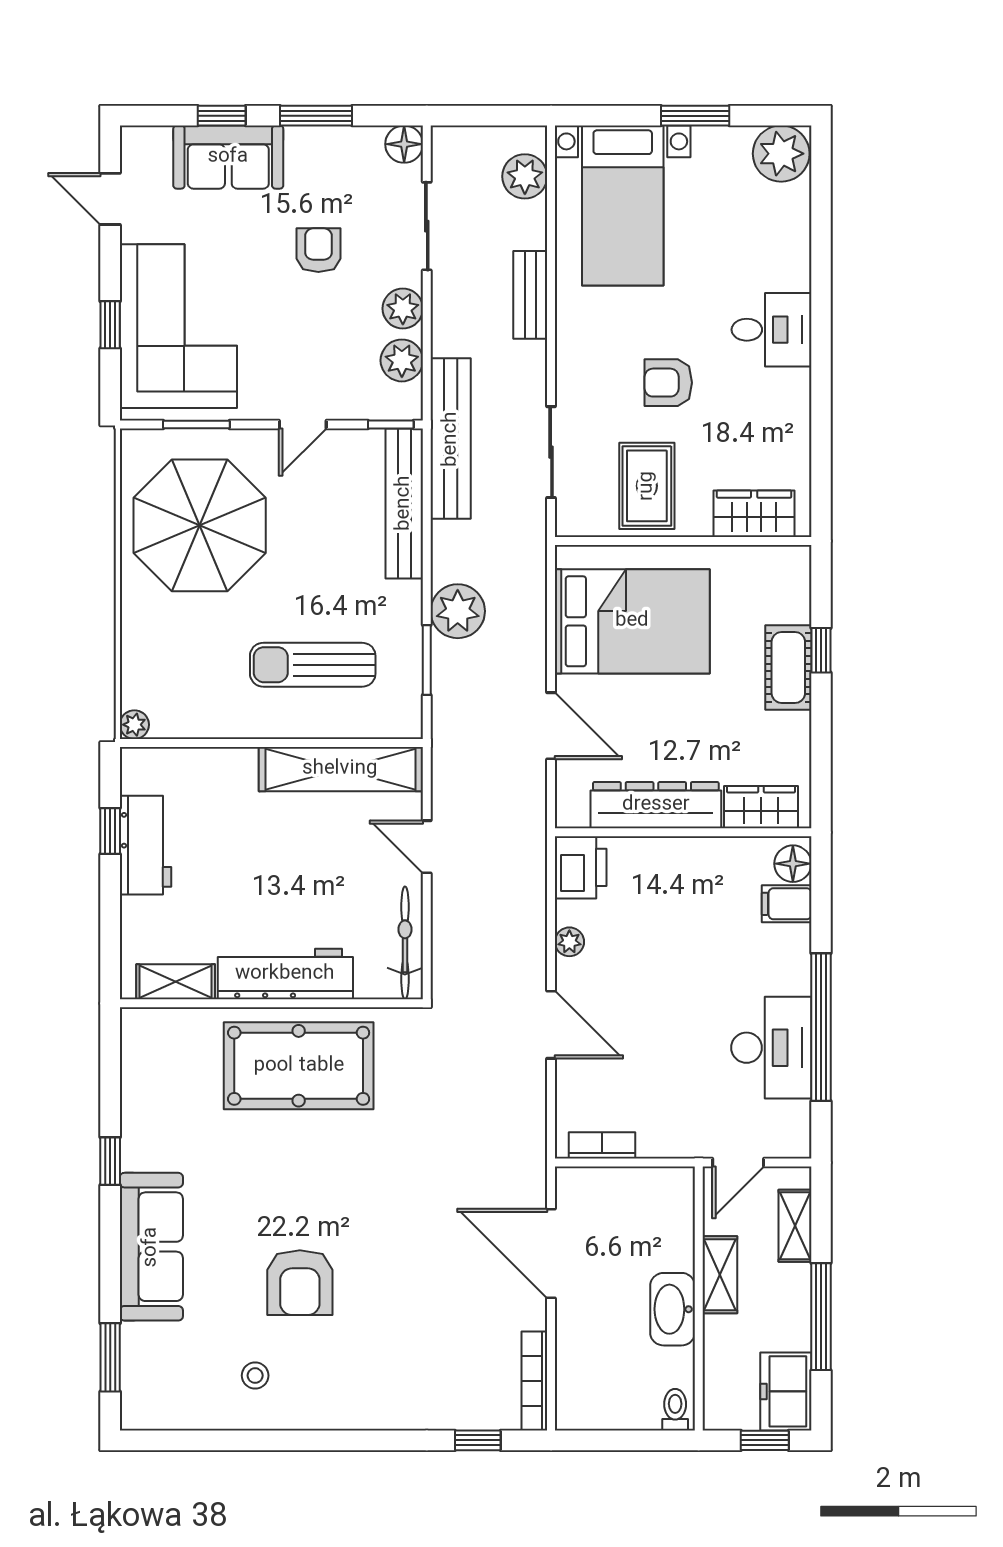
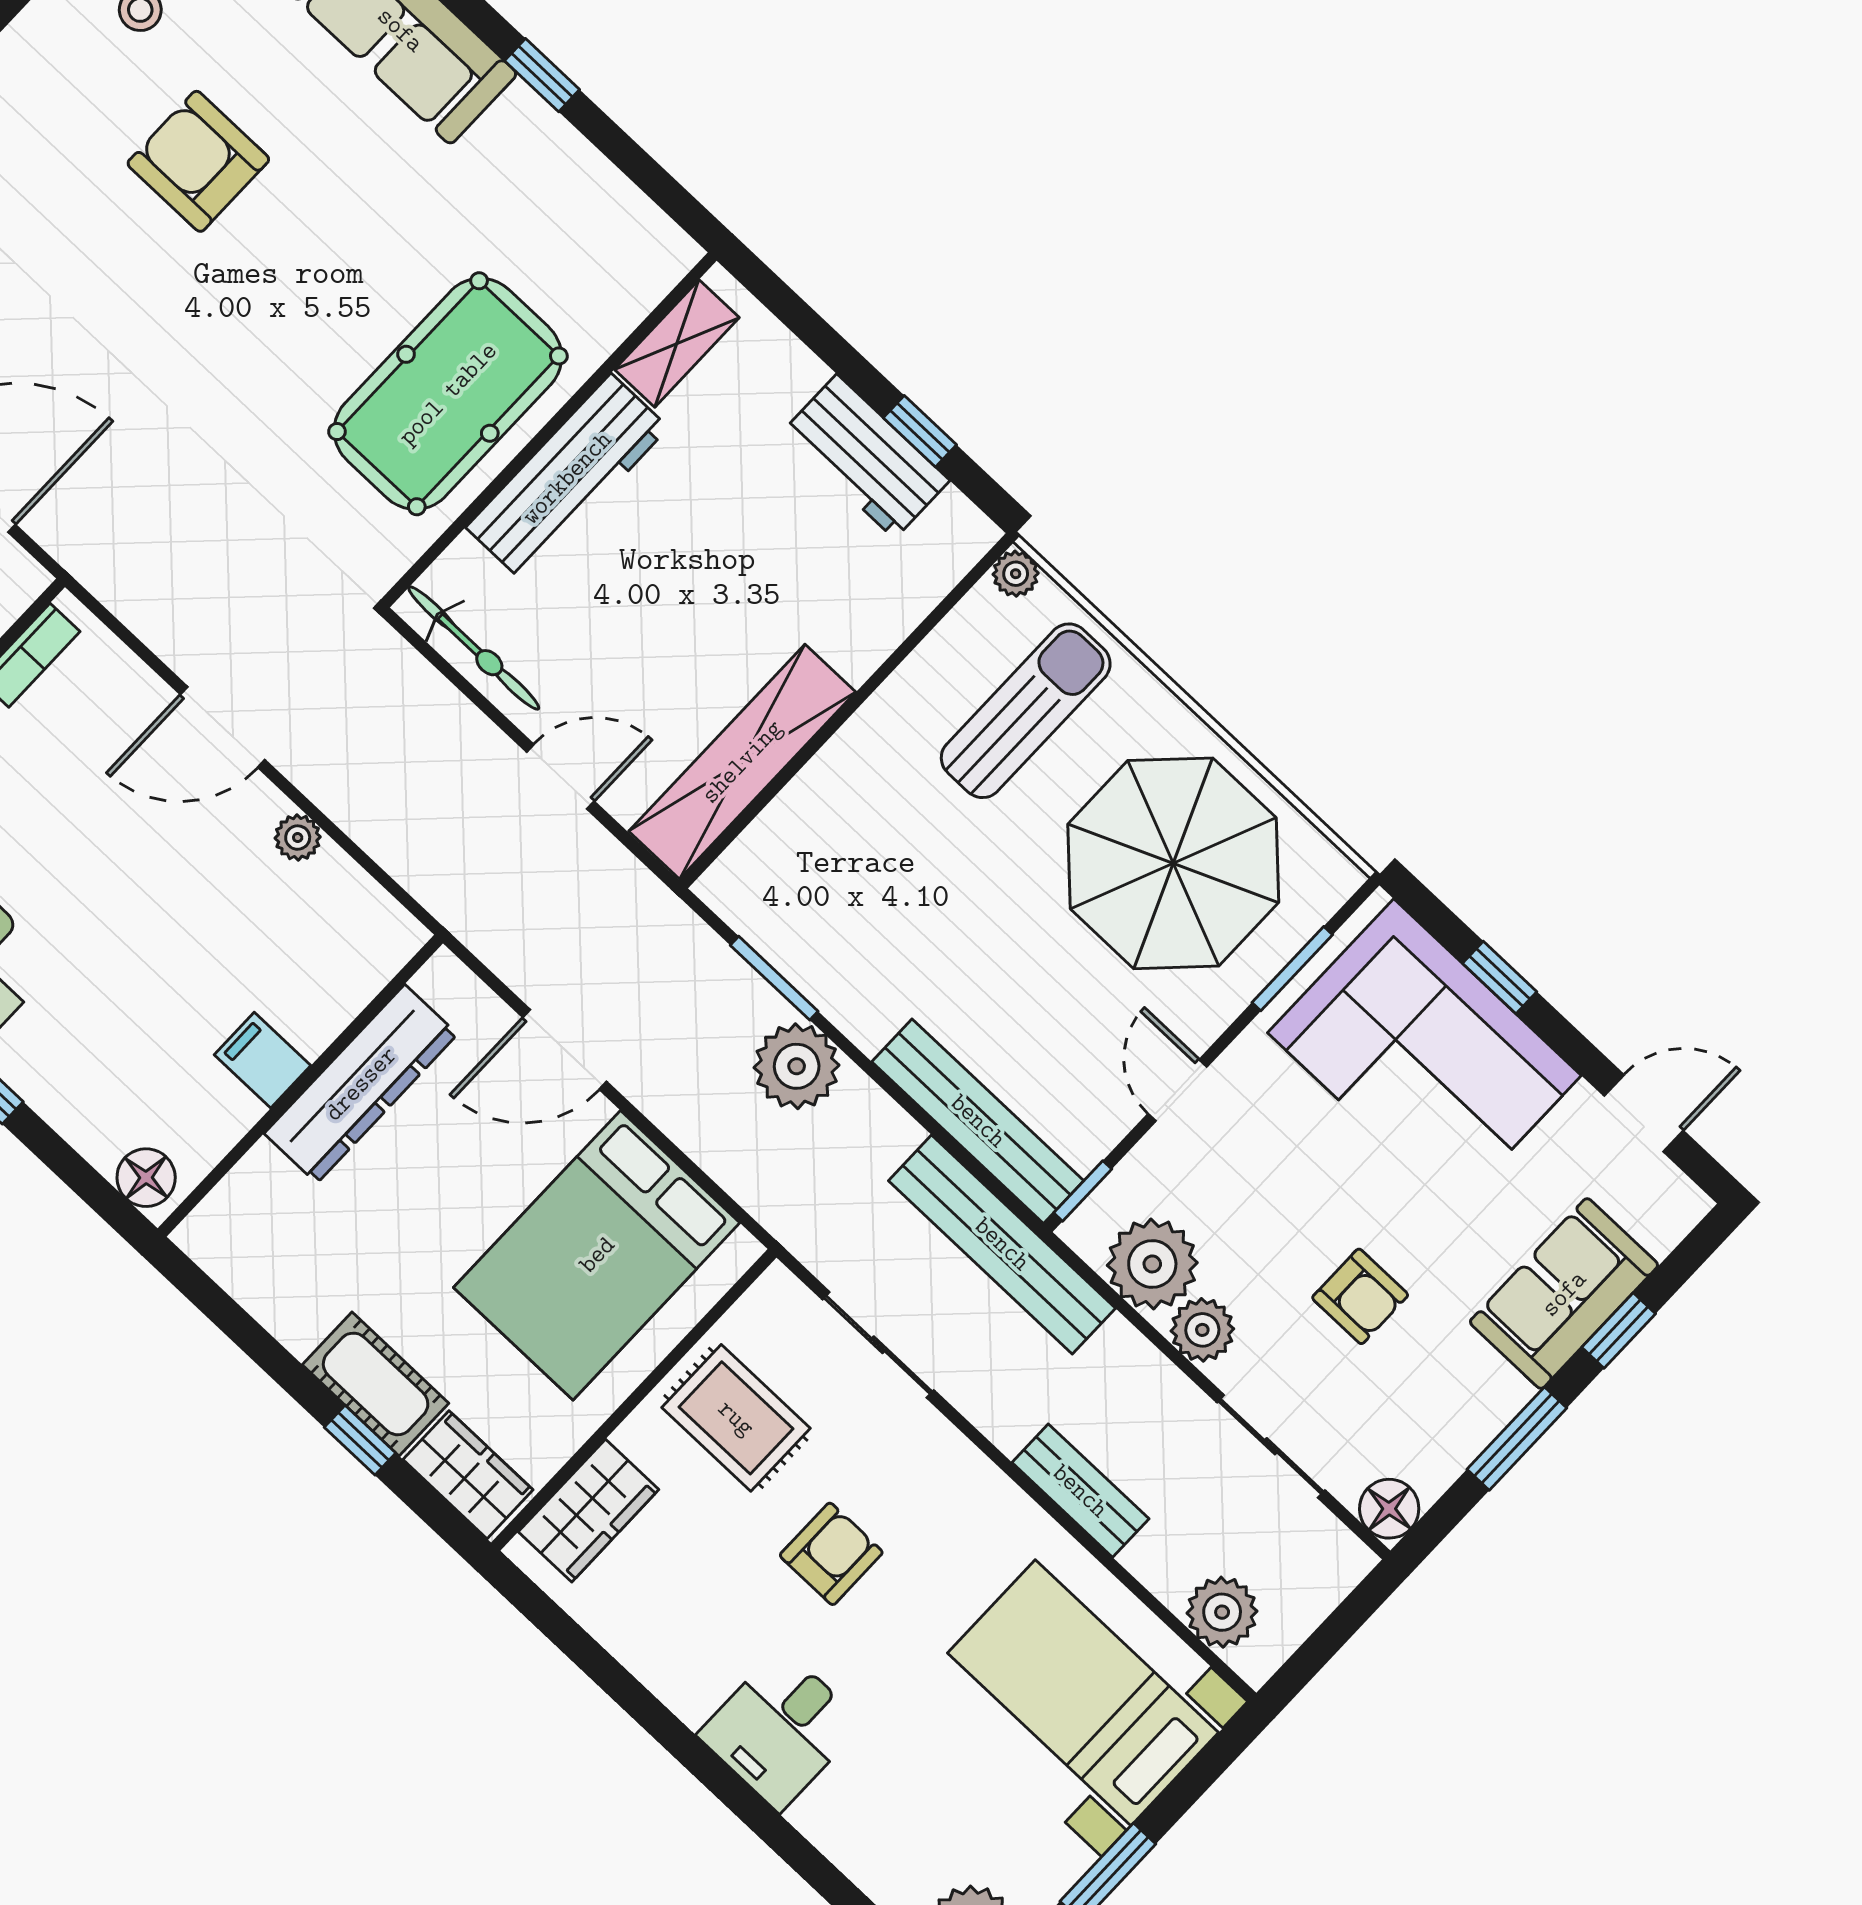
plant: (402, 360) -> (1152, 1264), width x1.36, depth x1.36
sun lounger: (313, 665) -> (1026, 711), moved
wardrobe: (761, 807) -> (468, 1475), moved, turned -90
printer: (581, 867) -> (371, 931), removed
filing cabinet: (787, 904) -> (262, 1060), moved, turned -90

